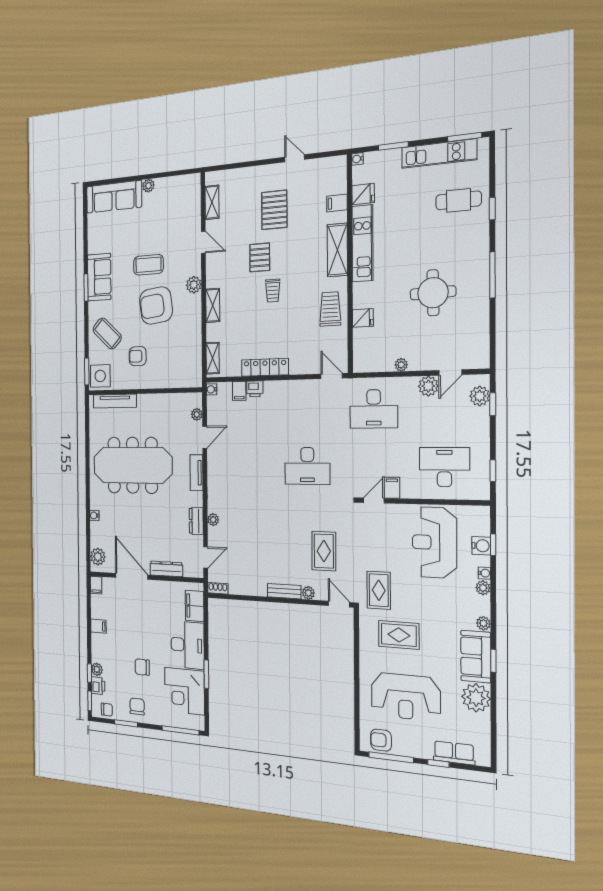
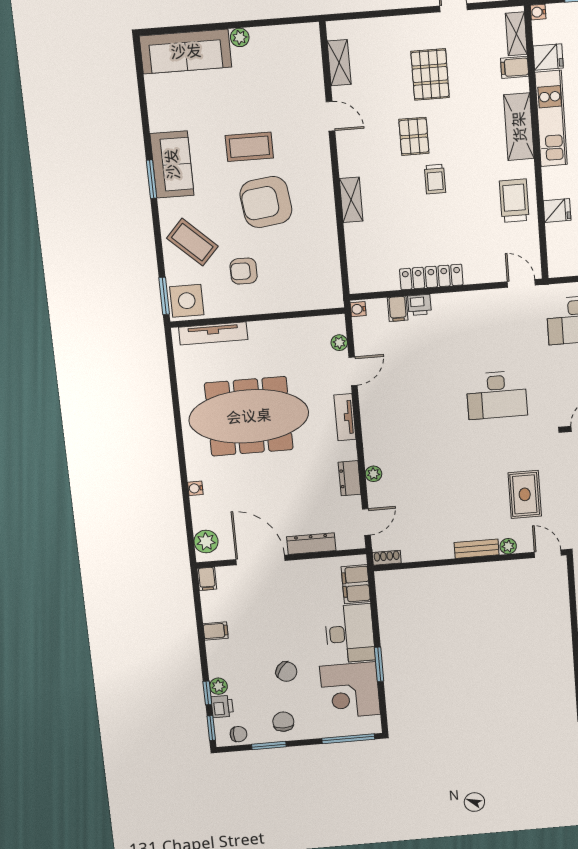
plant: (194, 285) -> (321, 173), removed
shelving: (213, 358) -> (516, 34), moved
chair: (142, 667) -> (286, 672), turned -143

